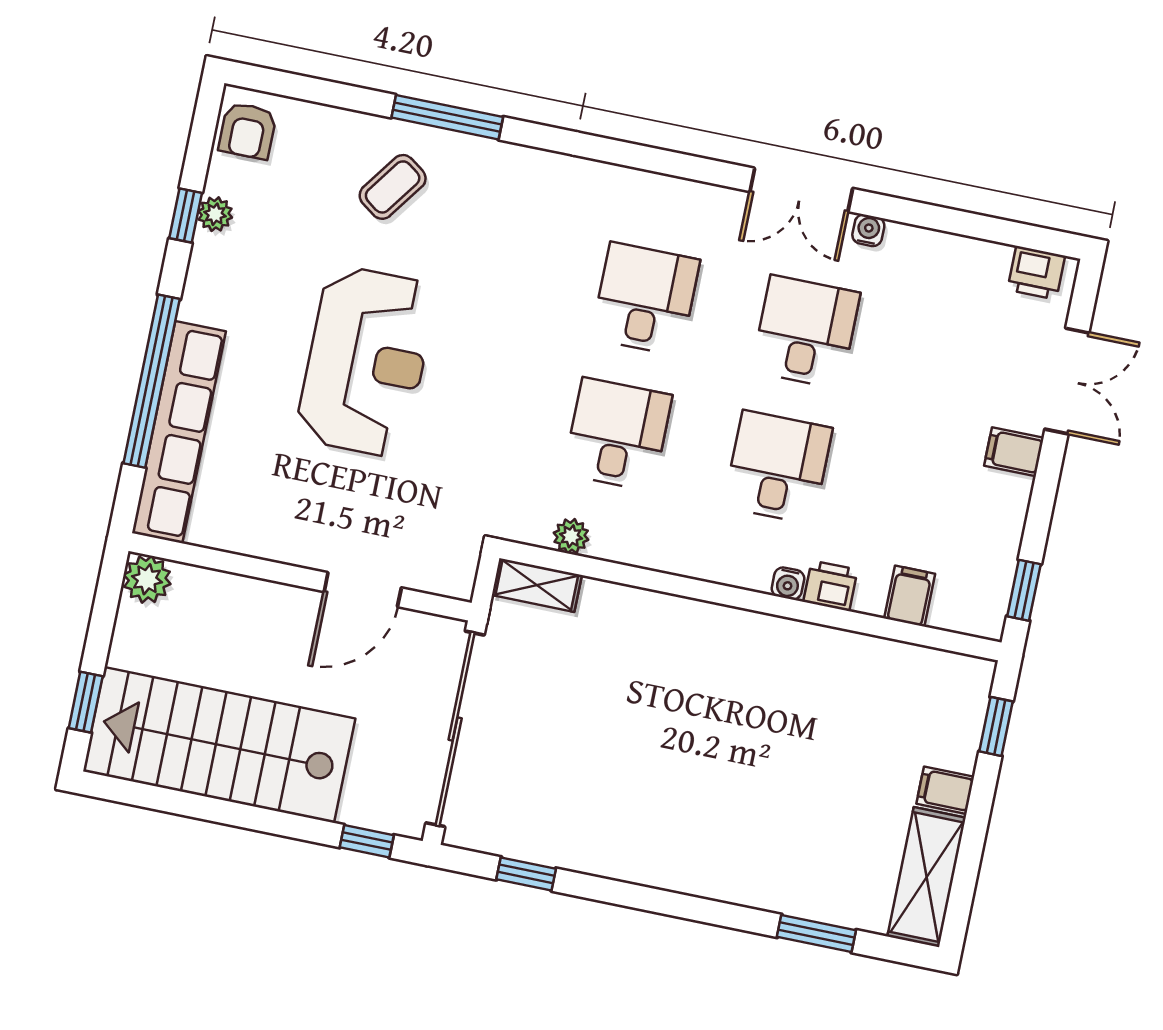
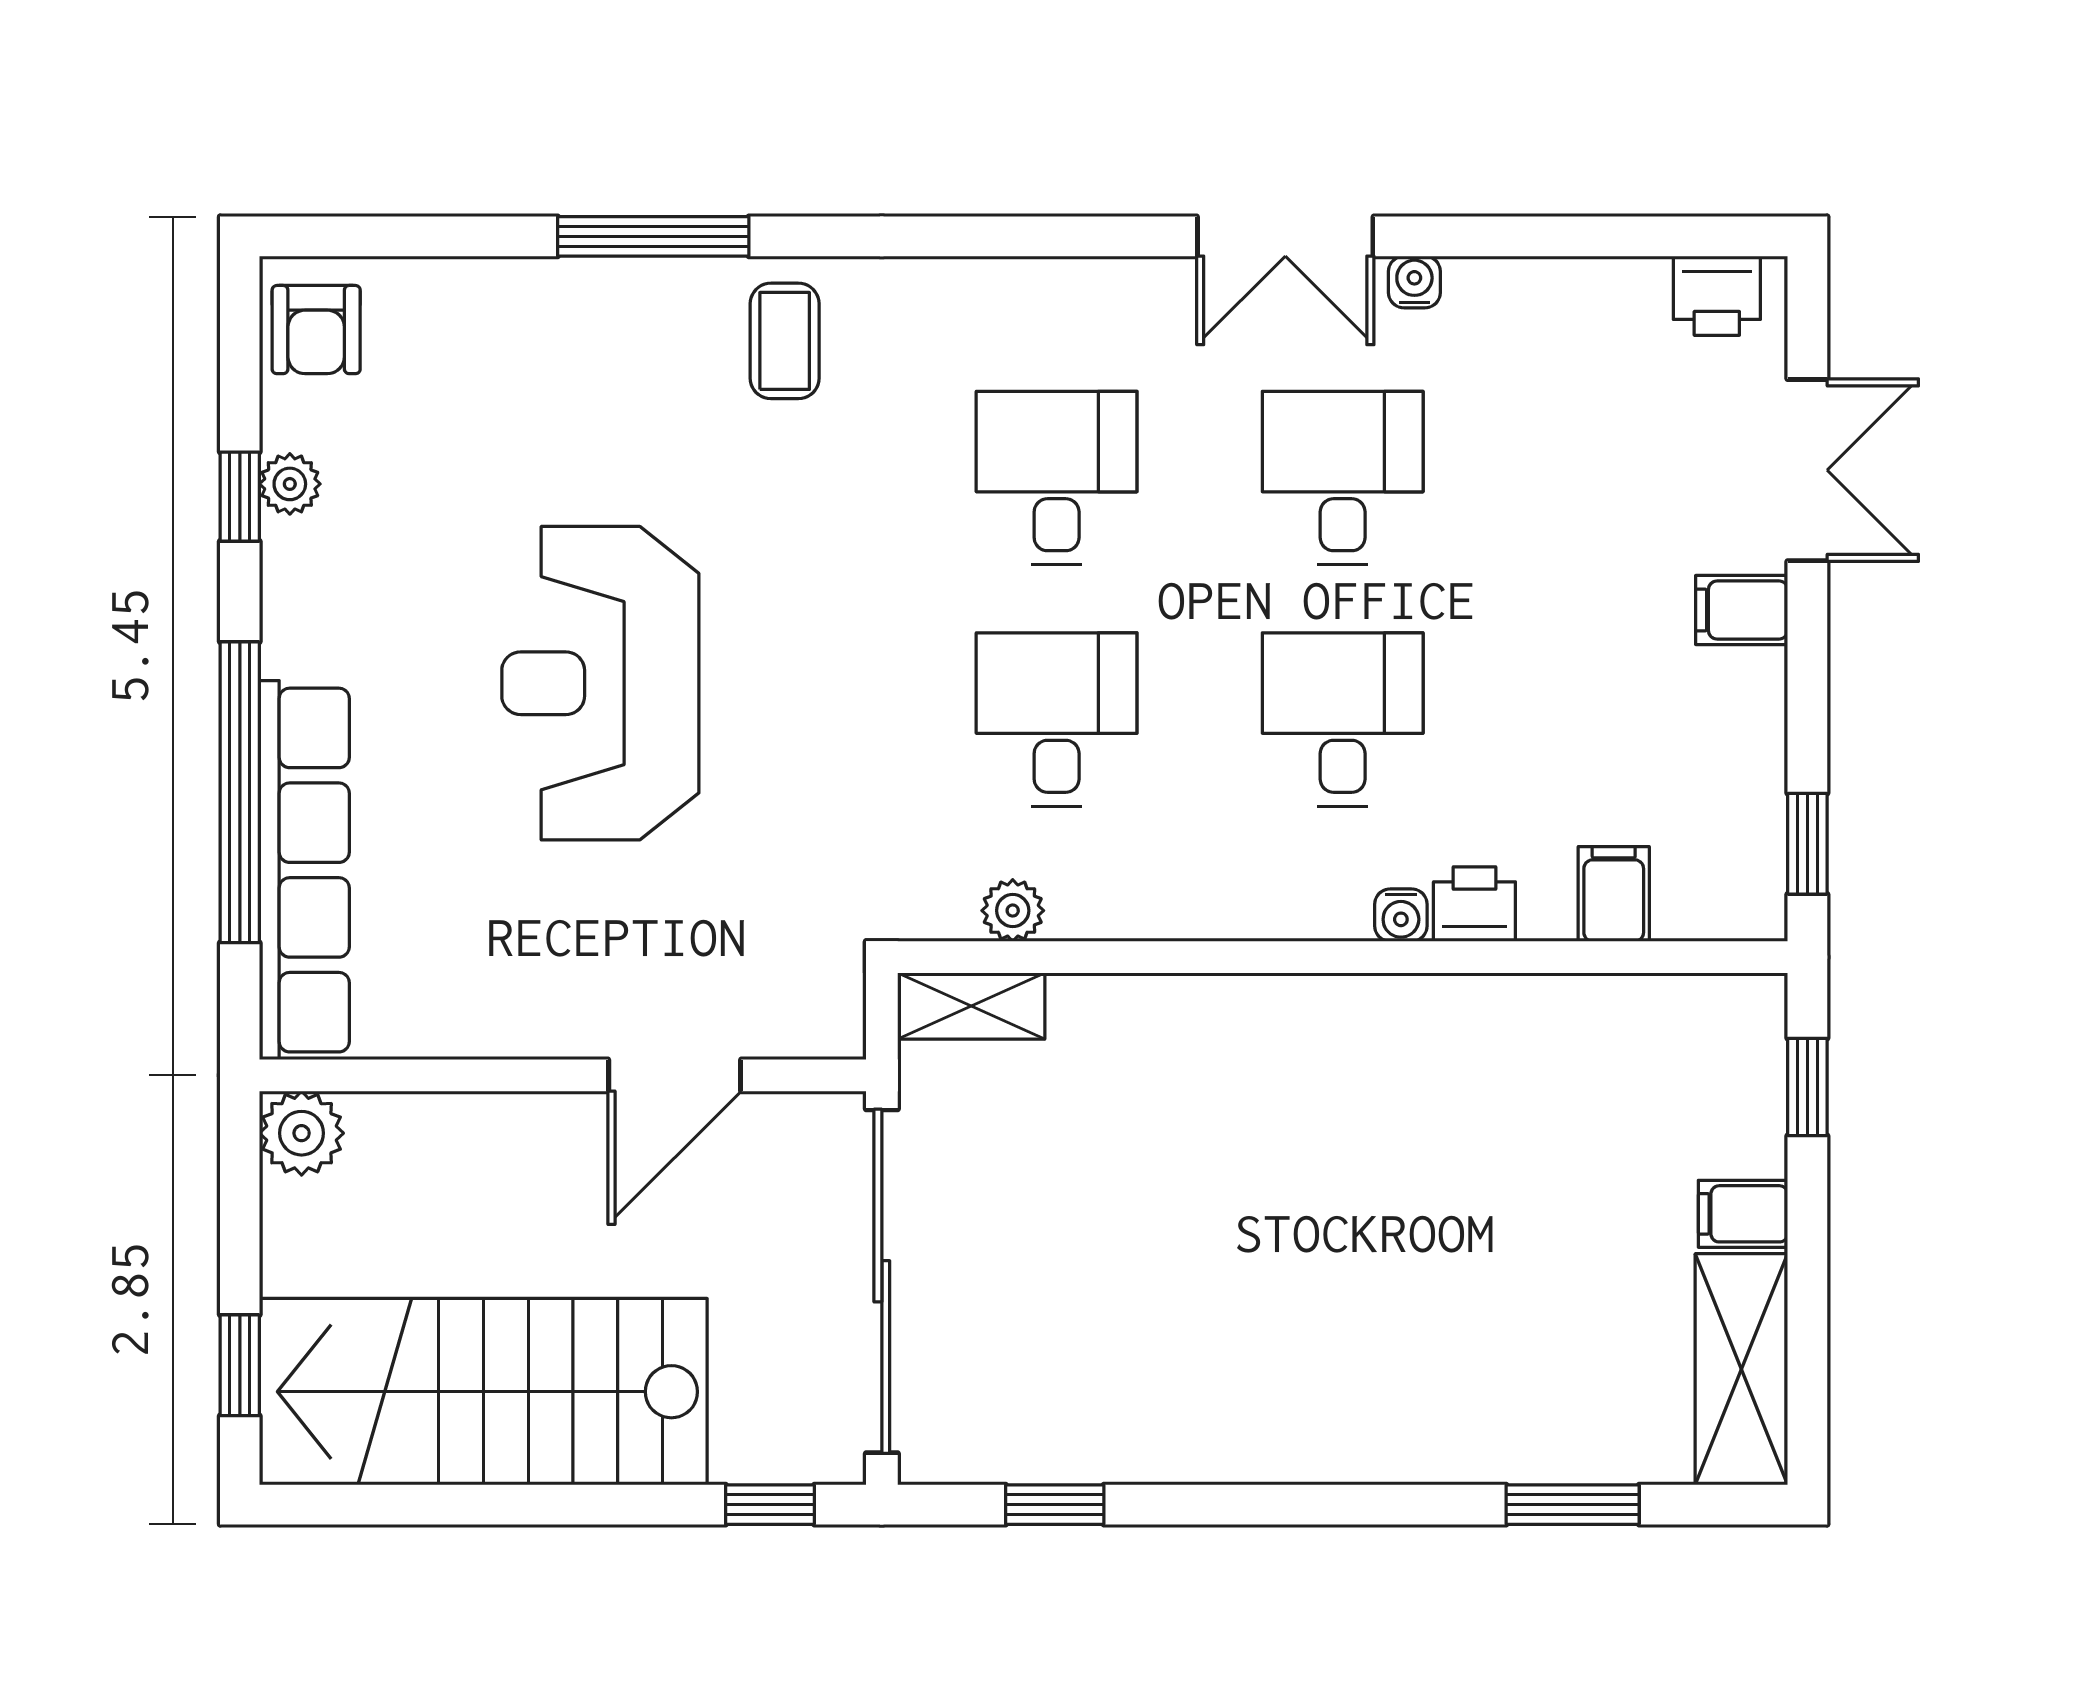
coffee table: (393, 187) -> (785, 341), moved, turned -36
reception desk: (366, 362) -> (600, 683), turned 180

